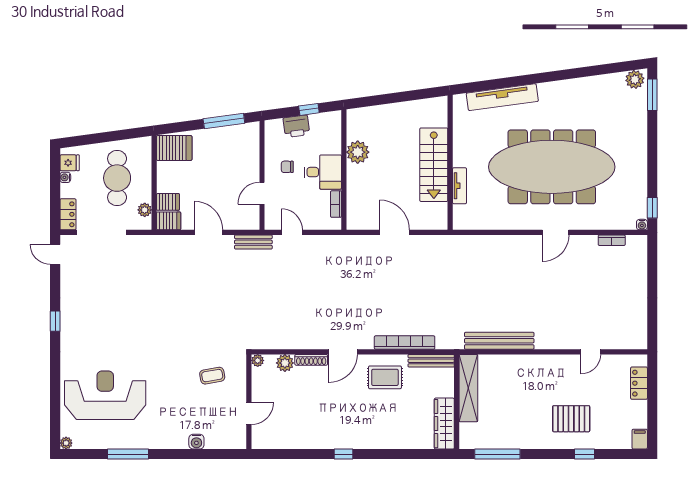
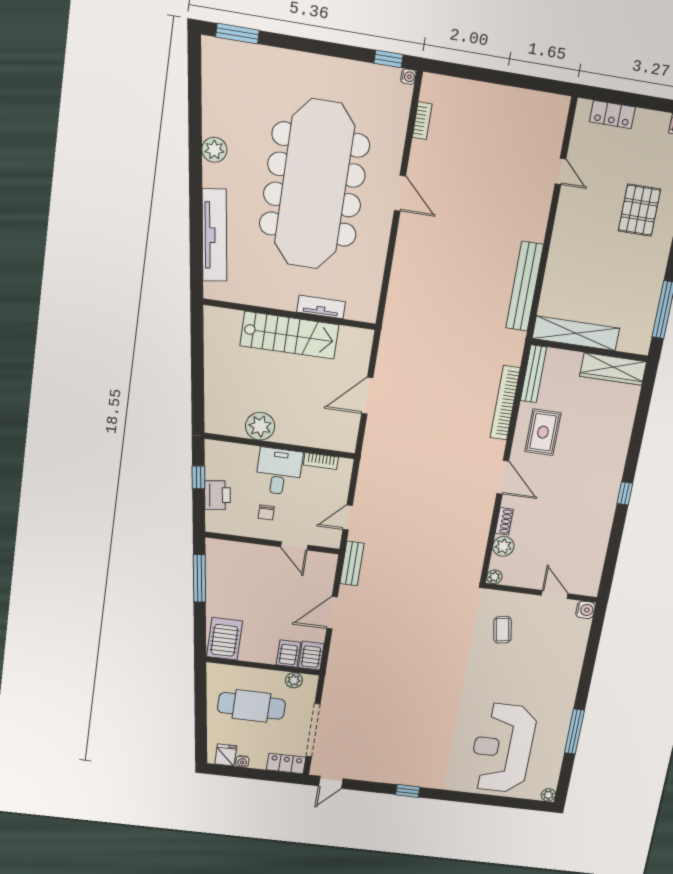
plant: (635, 79) -> (214, 150), moved
shoe rack: (311, 360) -> (504, 521), width x0.70
water cooler: (196, 442) -> (585, 610), moved

